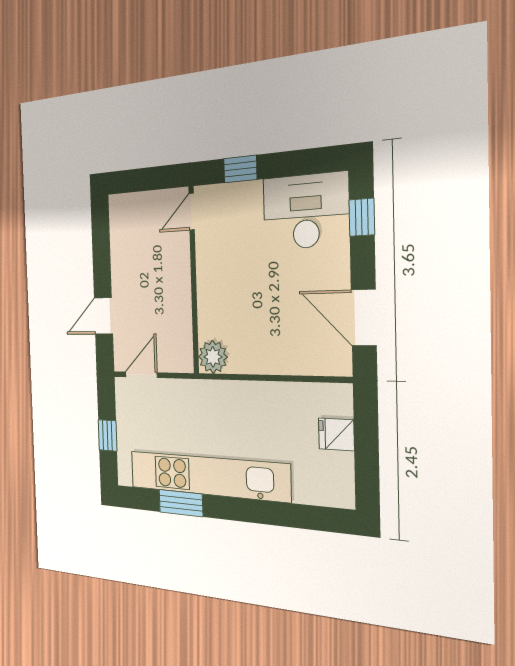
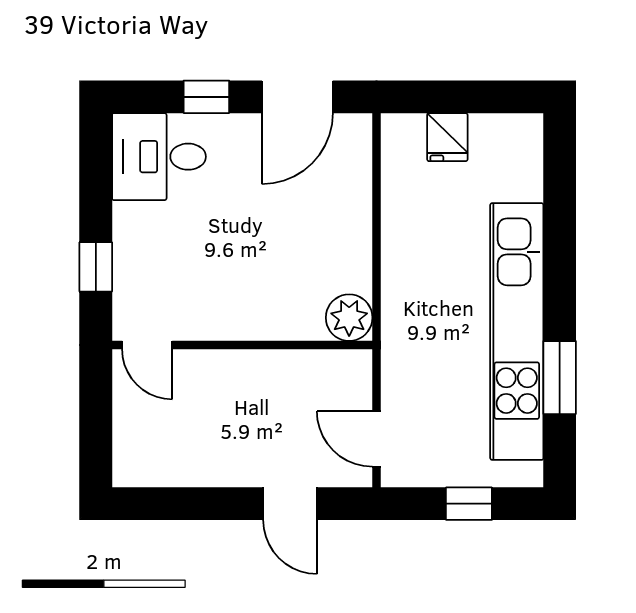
desk: (306, 211) -> (159, 157), width x0.73
window: (362, 217) -> (206, 97), moved

